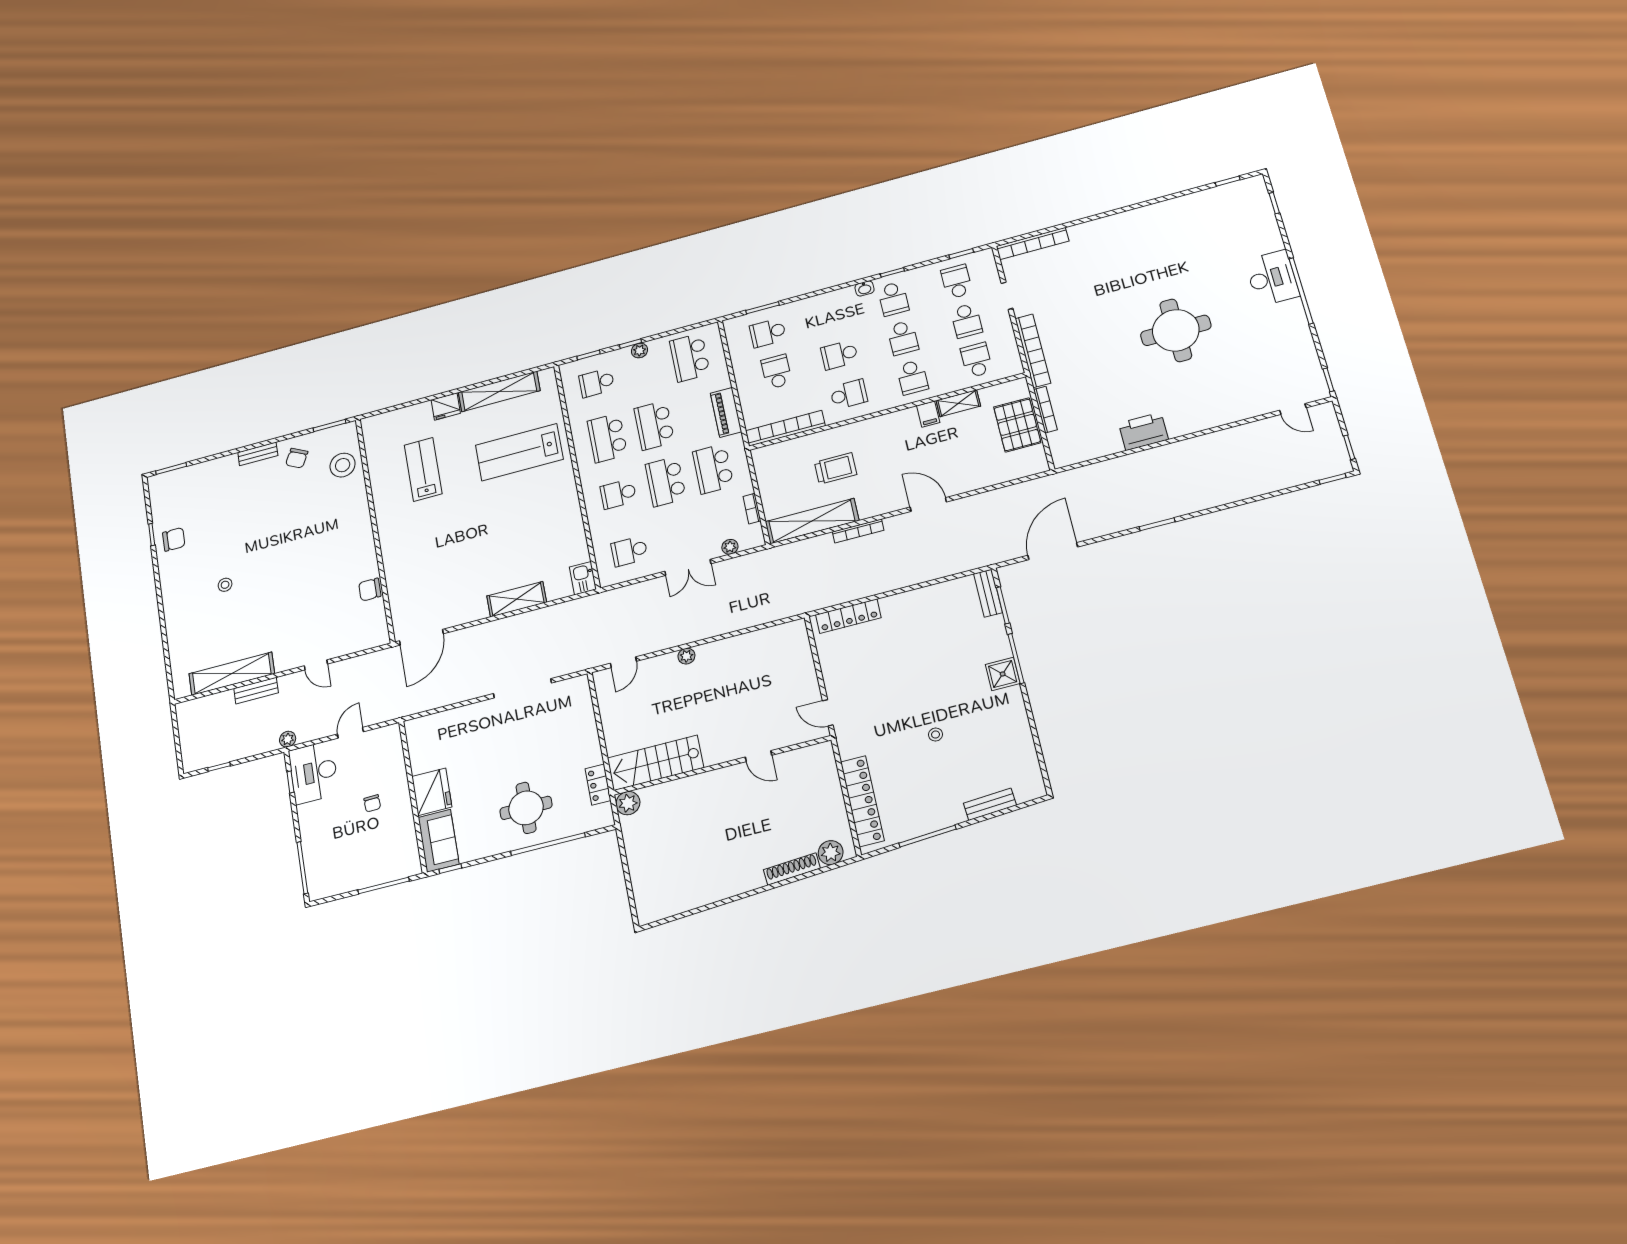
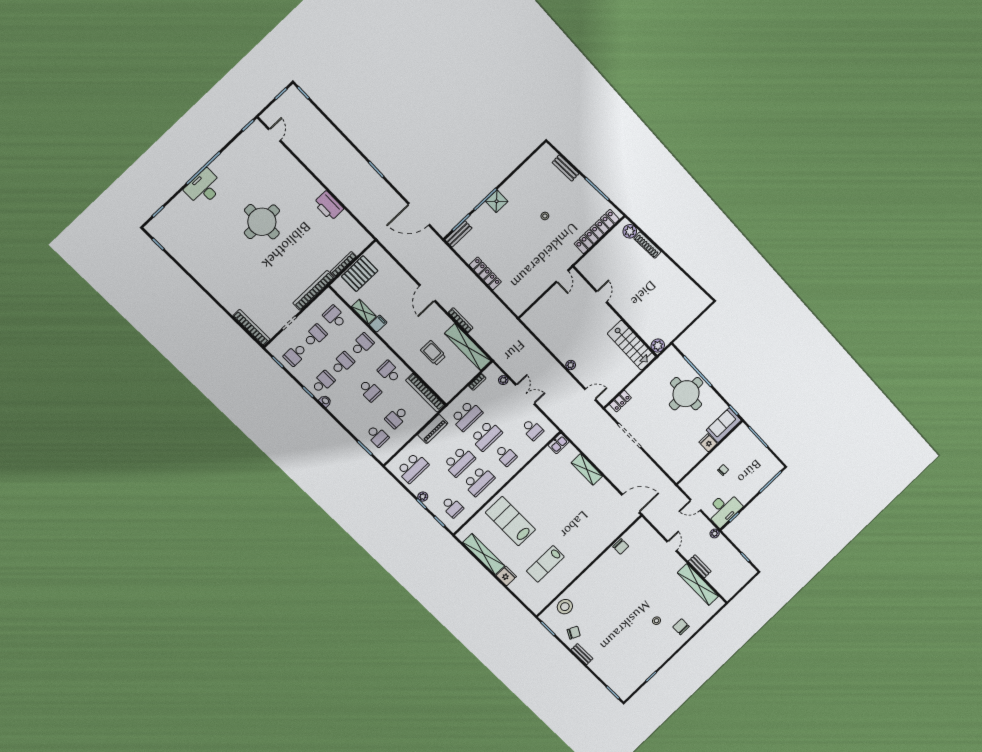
school desk: (976, 360) -> (335, 317), turned 90
lab bench: (519, 452) -> (510, 521), turned 180
chair: (174, 539) -> (681, 627), moved
locker: (848, 616) -> (485, 273), moved
locker: (598, 785) -> (620, 401), moved
fridge: (432, 792) -> (708, 443), width x0.53, depth x0.75
round table: (526, 808) -> (686, 394), width x1.36, depth x1.36

